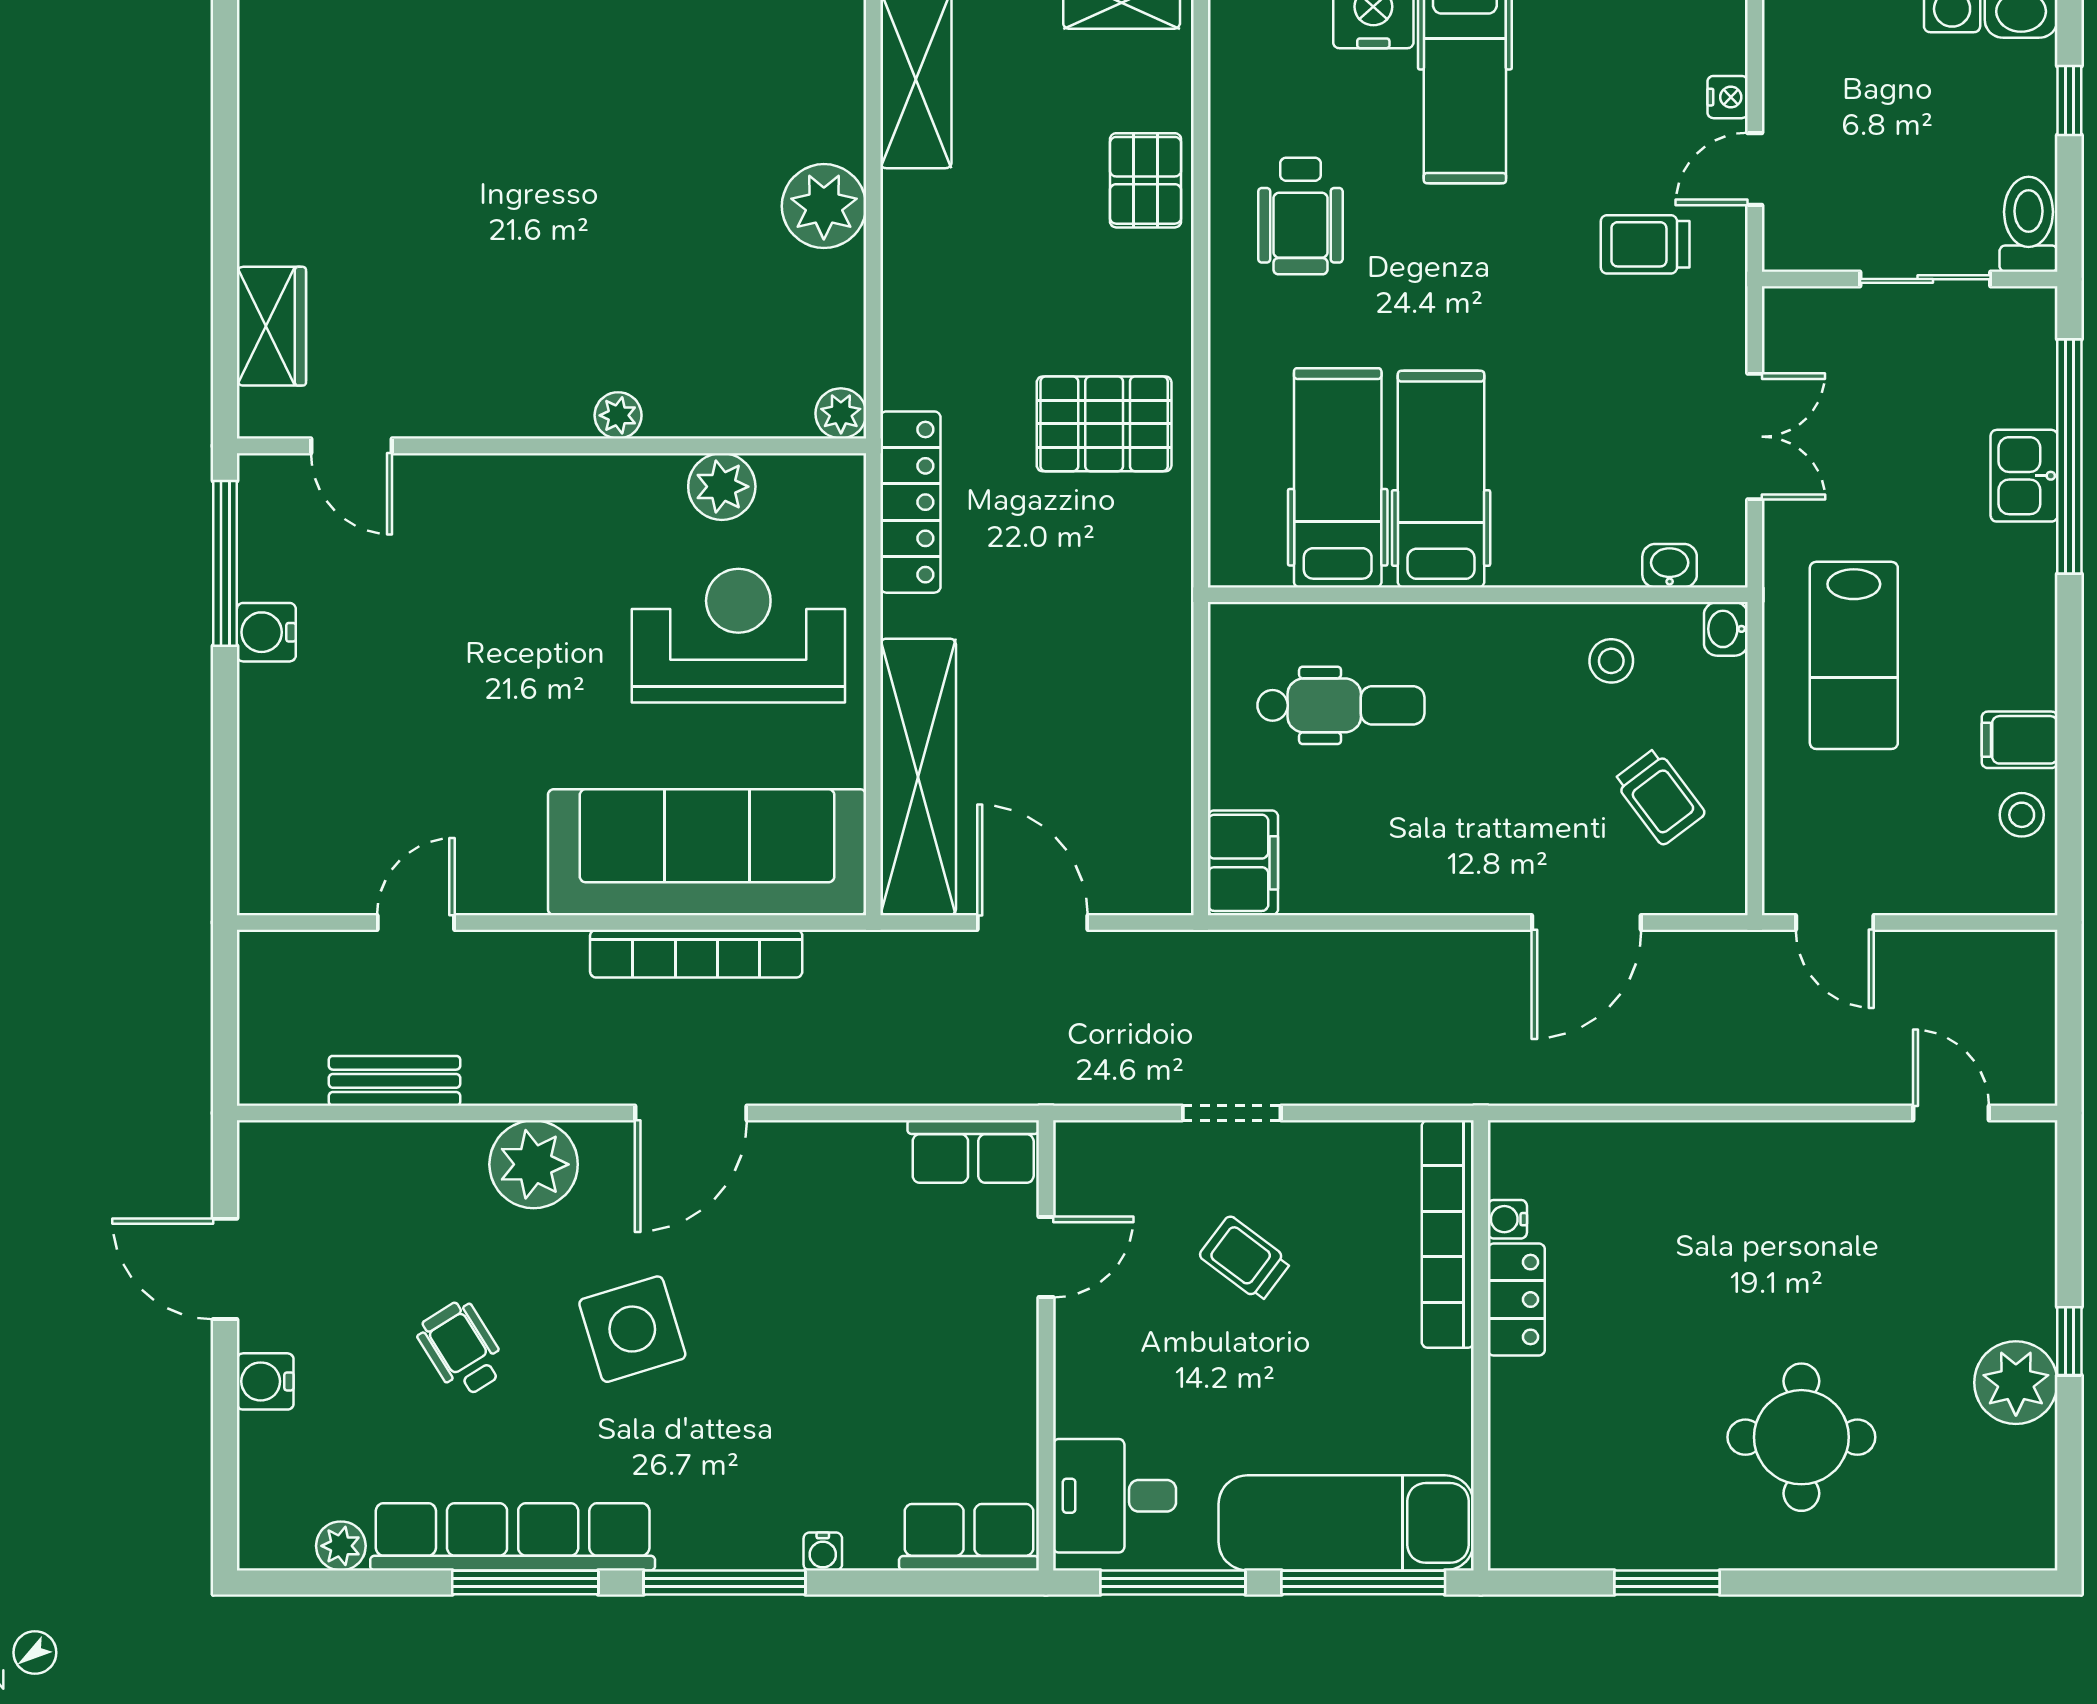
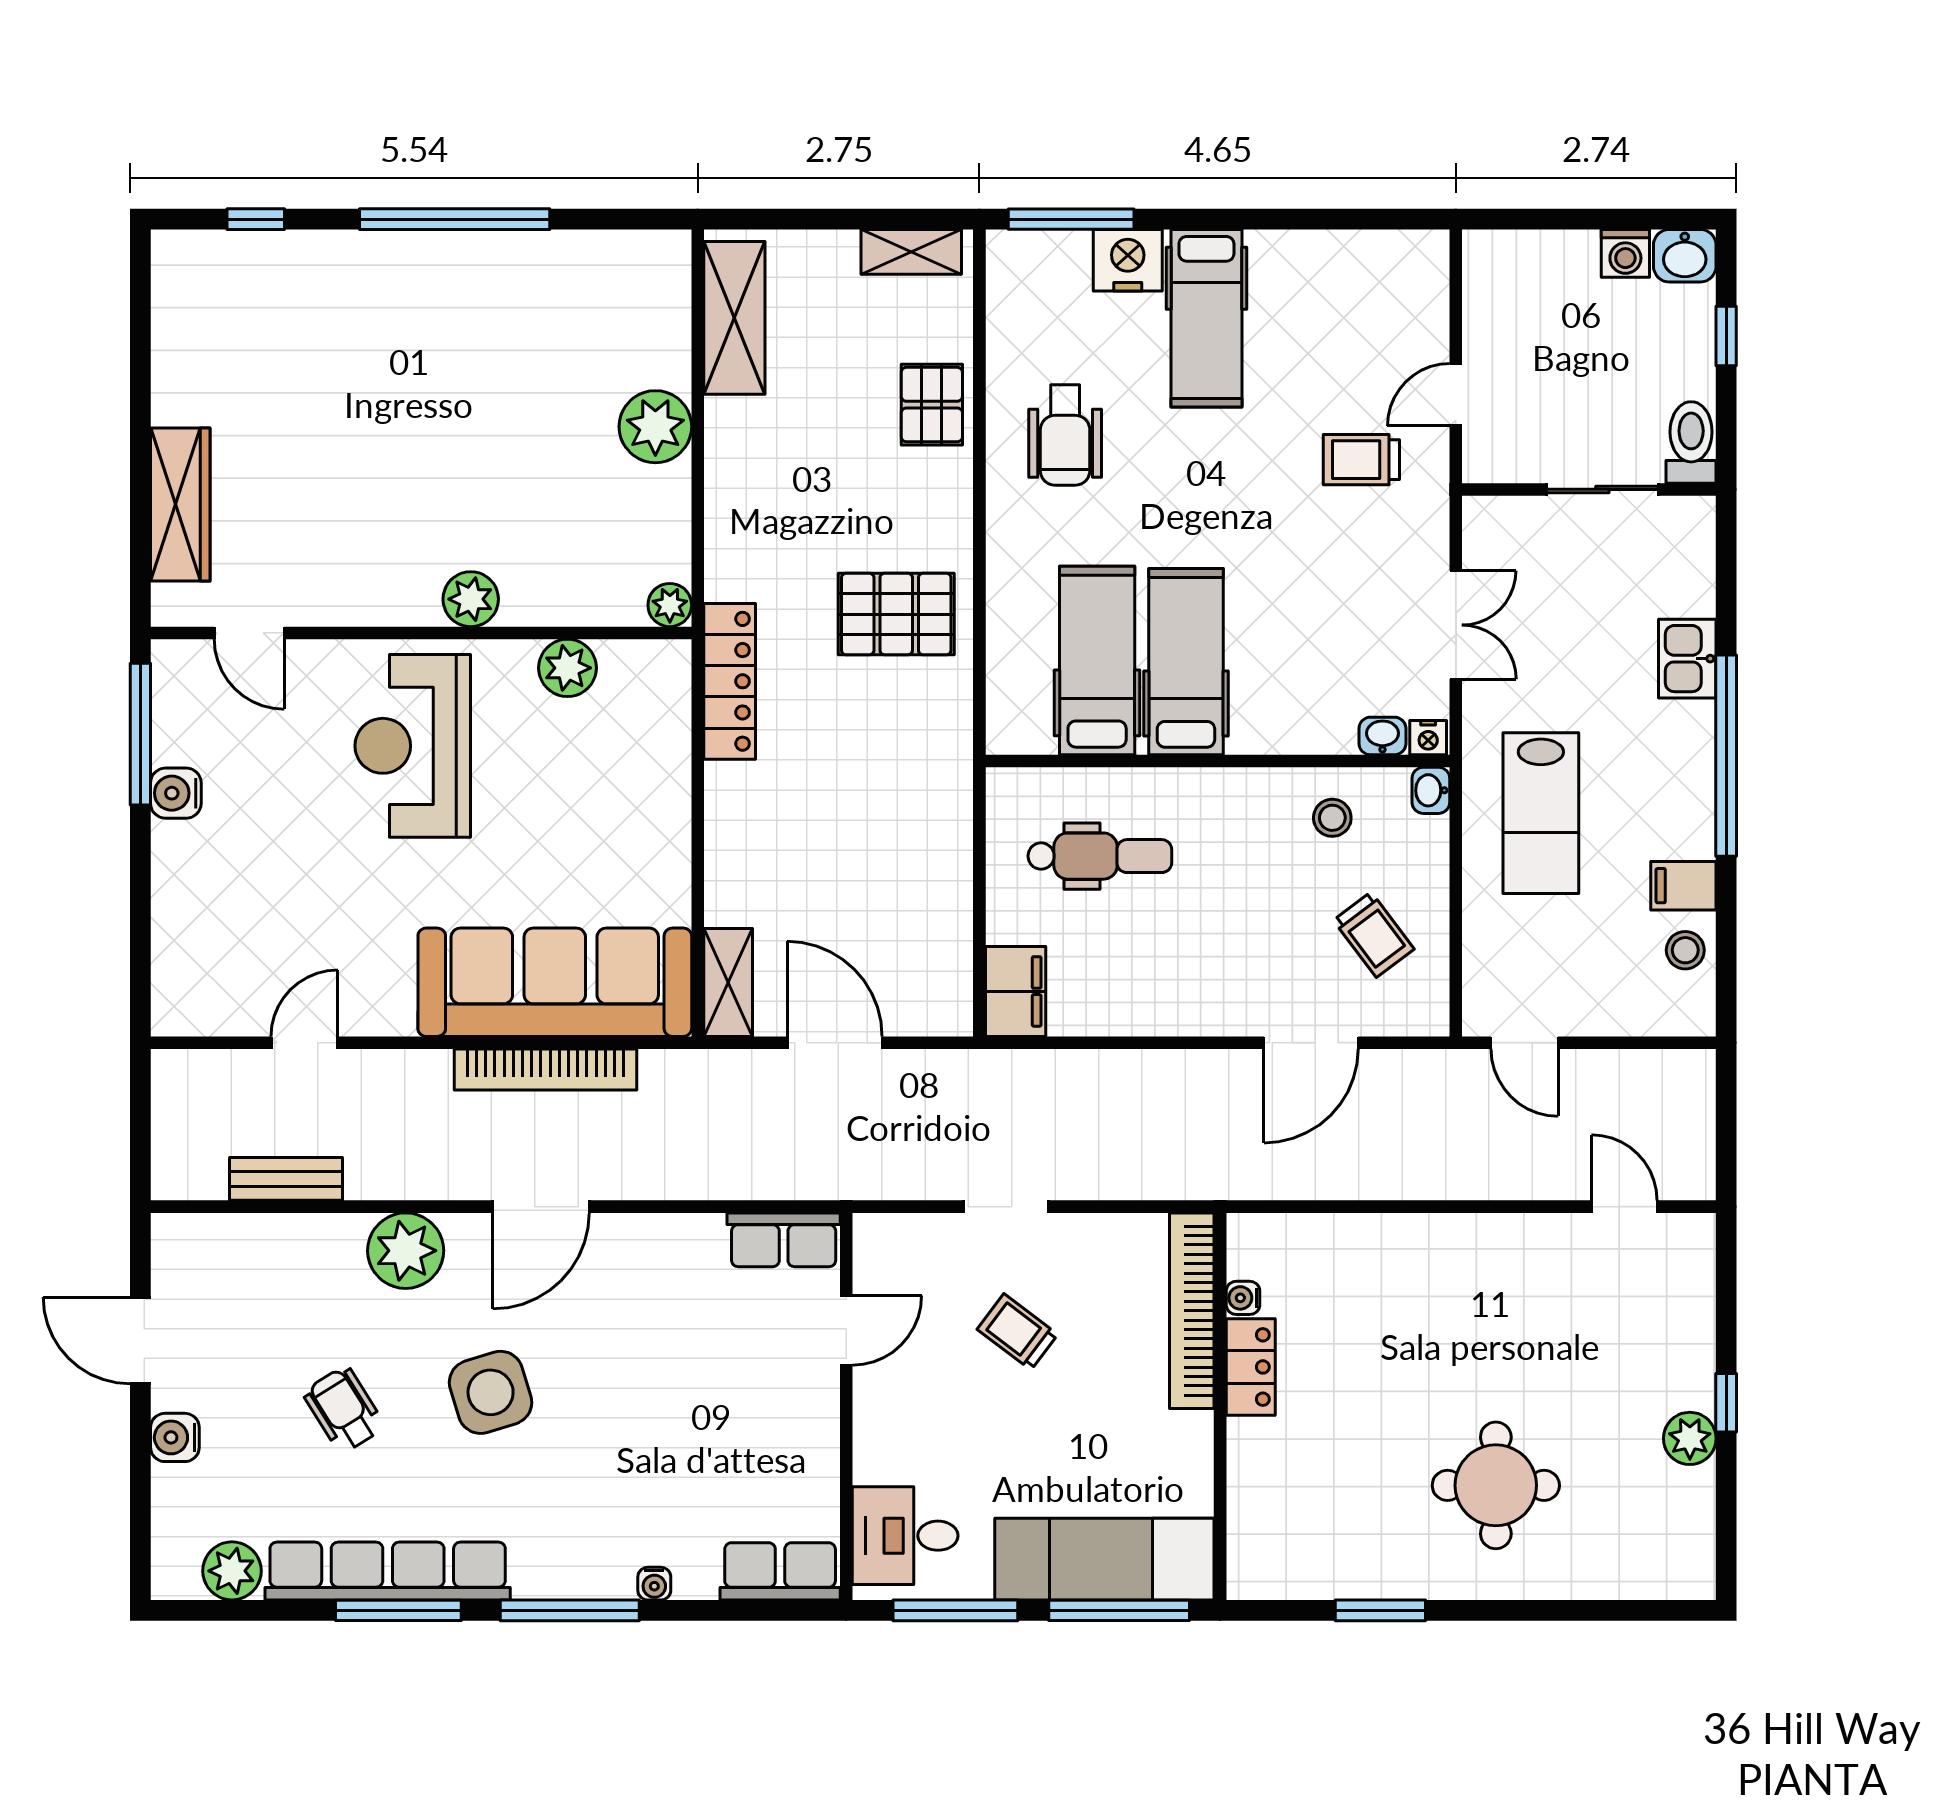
nightstand: (1728, 97) -> (1428, 738), moved, turned 90
wardrobe: (271, 326) -> (180, 504), width x1.50
plant: (618, 415) -> (471, 599), width x1.38, depth x1.38
window: (2069, 457) -> (1726, 756), moved
reception desk: (738, 636) -> (413, 746), moved, turned -90
shelving: (918, 777) -> (728, 982), width x0.45, depth x0.75
plant: (2016, 1383) -> (1690, 1438), width x0.73, depth x0.73
plant: (341, 1546) -> (232, 1571), width x1.38, depth x1.38

